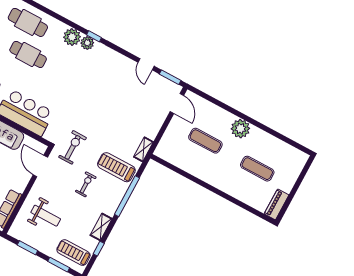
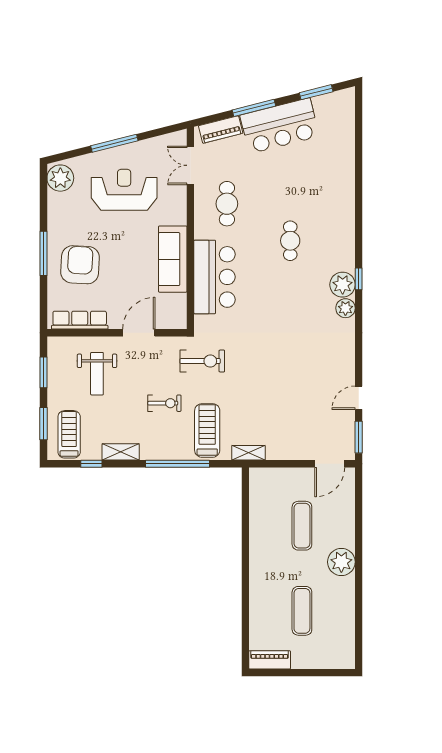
cafe table: (28, 22) -> (331, 218), removed
window: (94, 36) -> (359, 279), moved
cafe table: (28, 54) -> (290, 241), width x0.73, depth x0.74
door: (40, 166) -> (139, 333), moved

